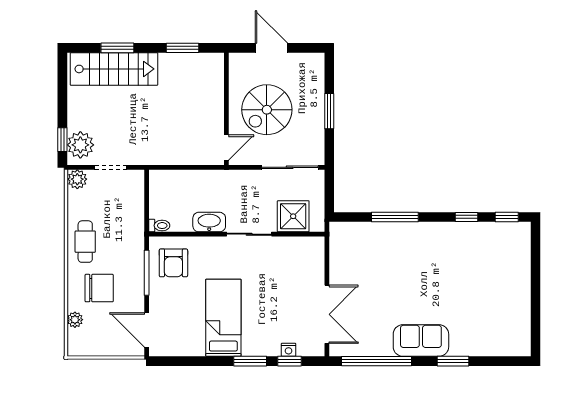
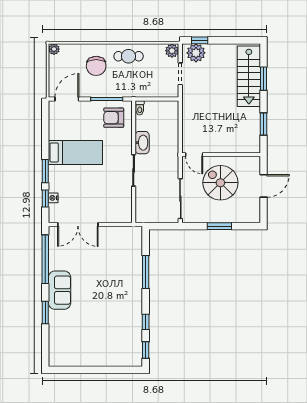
shower: (293, 216) -> (146, 201), removed
plant: (75, 320) -> (54, 49), moved

